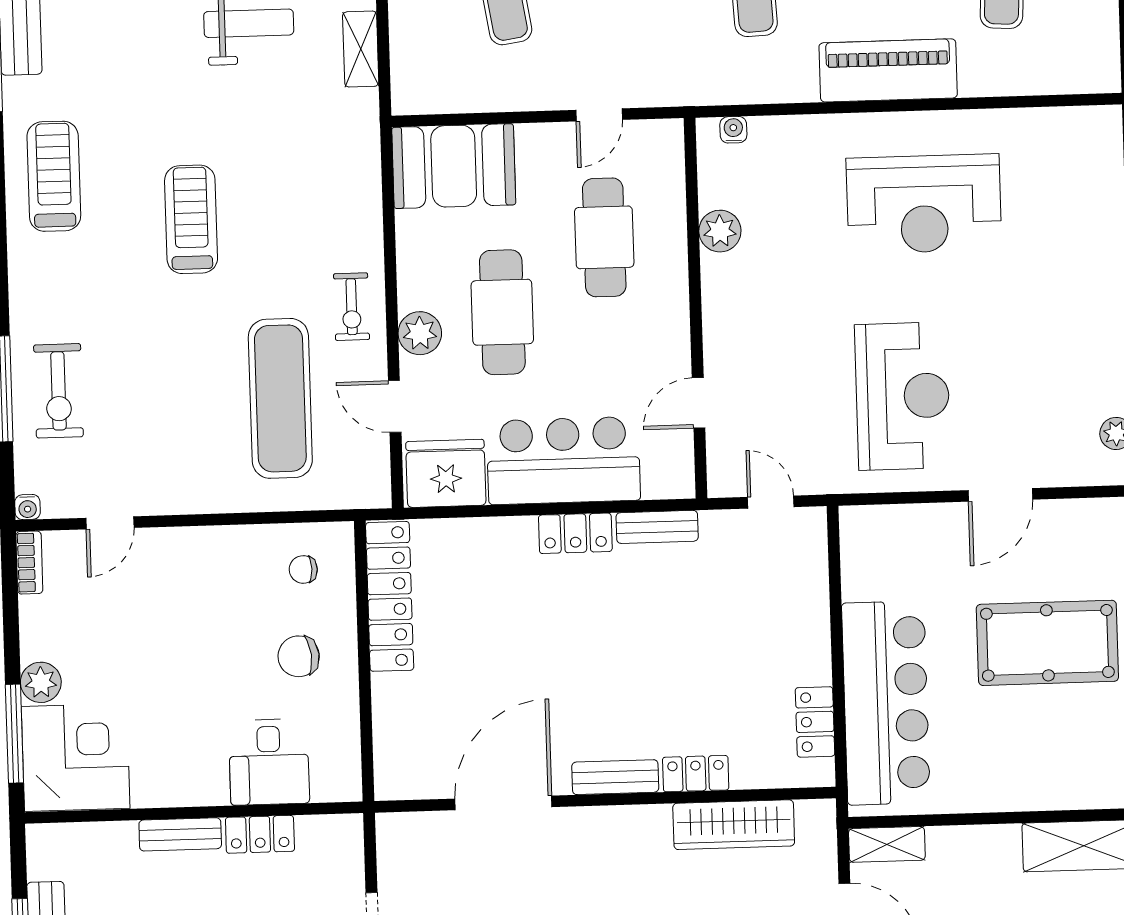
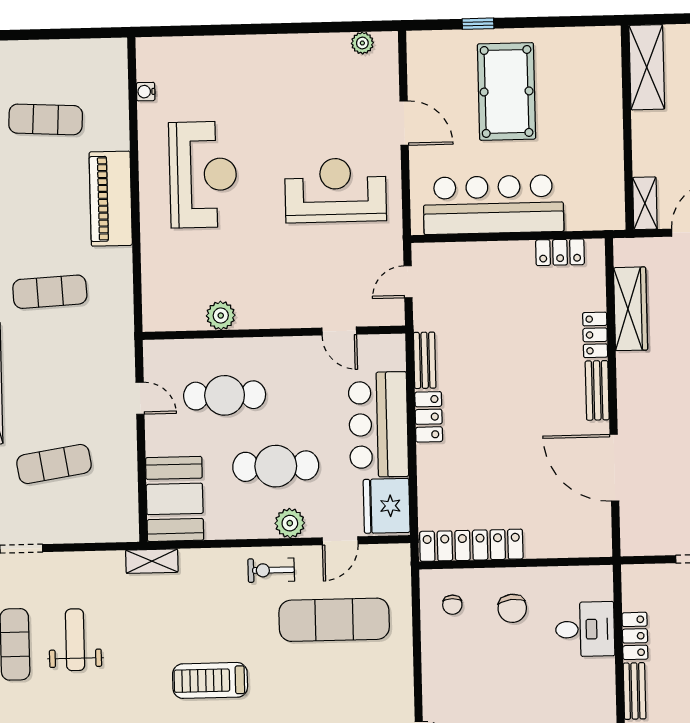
shelving: (361, 49) -> (152, 561), moved
water cooler: (733, 130) -> (146, 92), moved
exercise bike: (352, 307) -> (271, 570), turned 180
bar counter: (886, 703) -> (493, 205), moved

